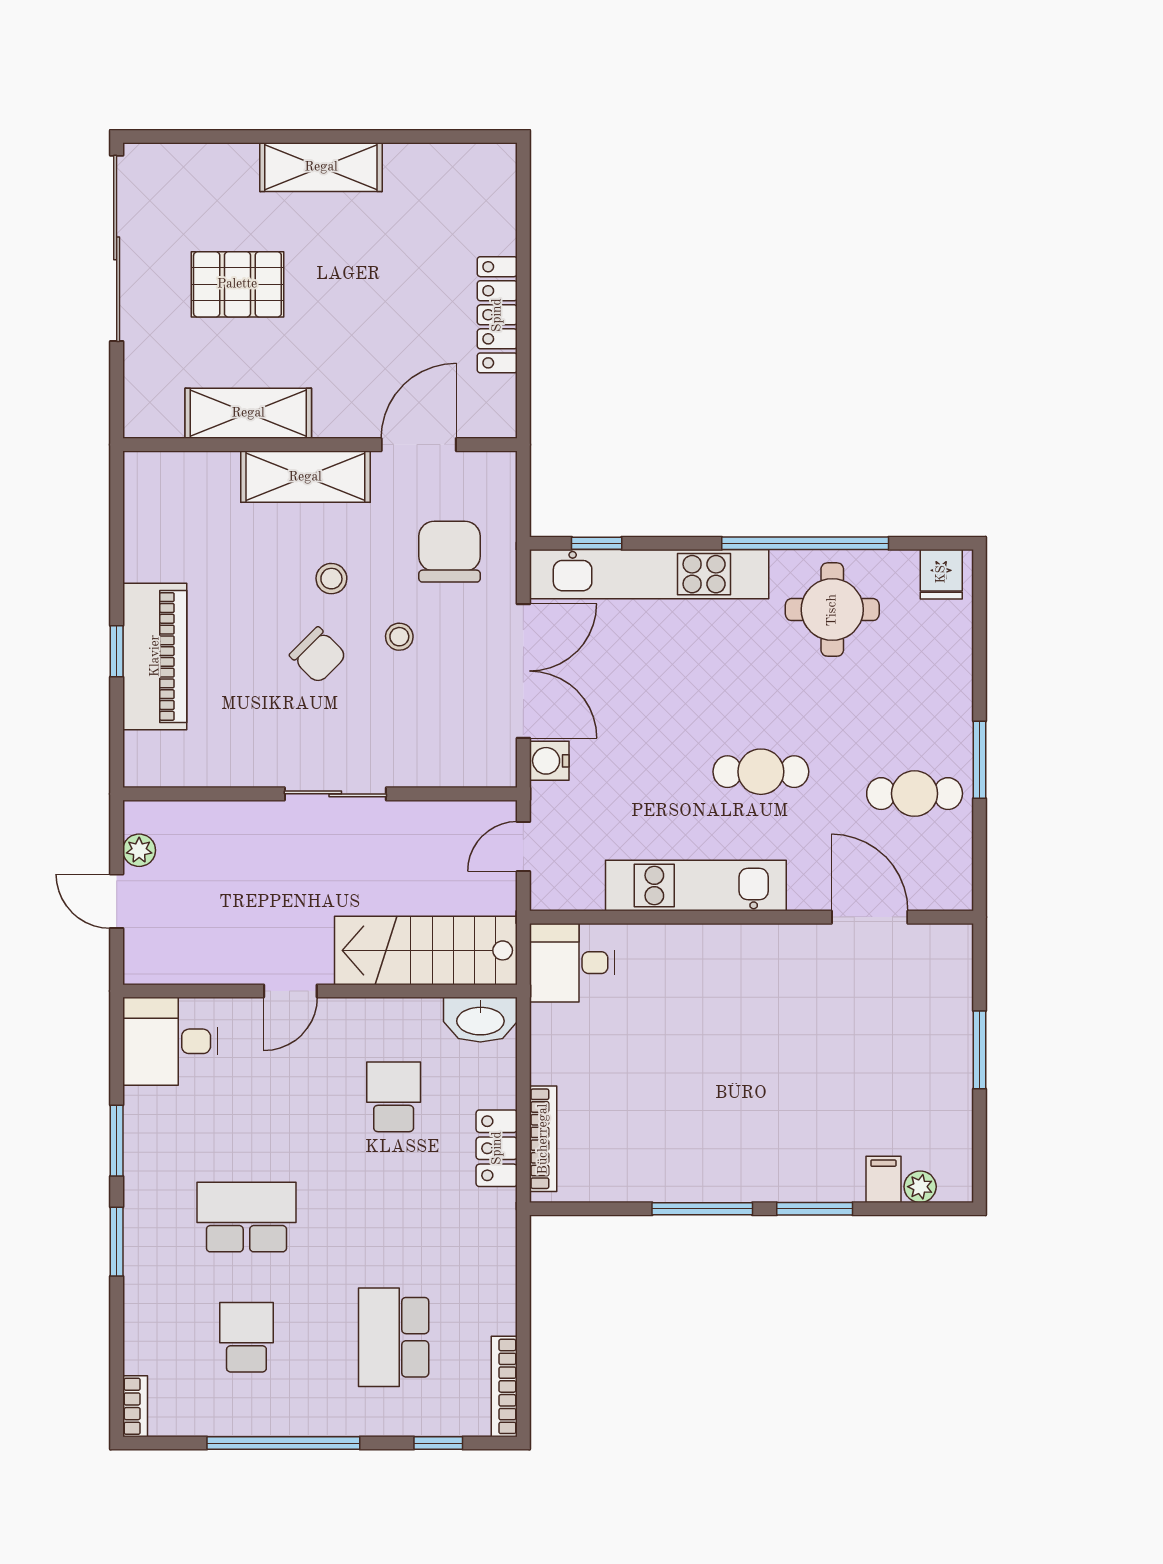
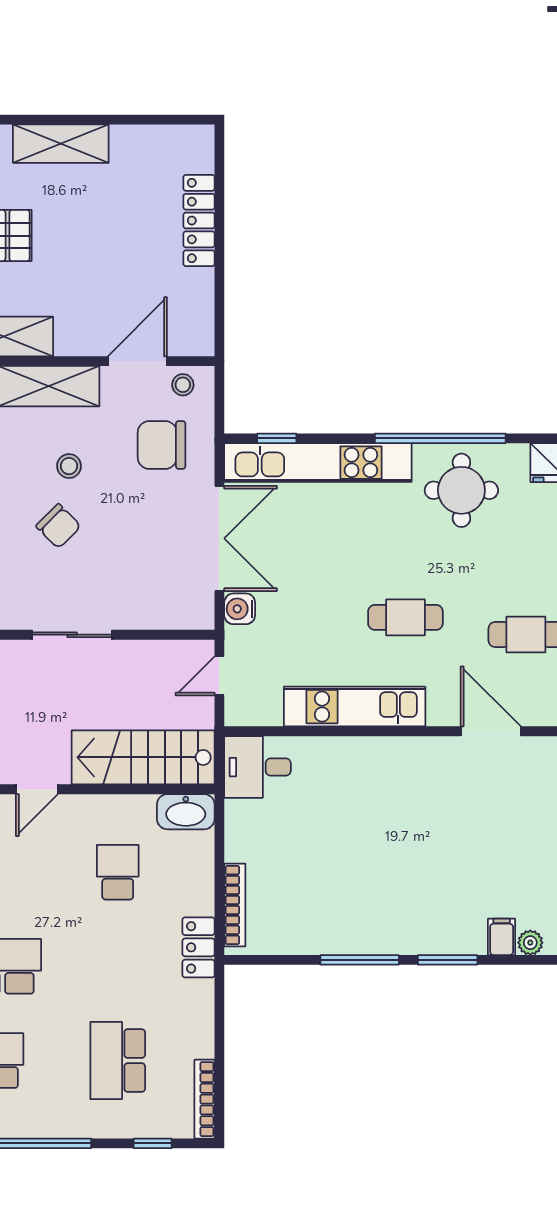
locker: (497, 315) -> (199, 221), moved
chair: (450, 552) -> (162, 445), turned -90
stool: (399, 637) -> (183, 385), moved
locker: (497, 1148) -> (199, 947), moved

